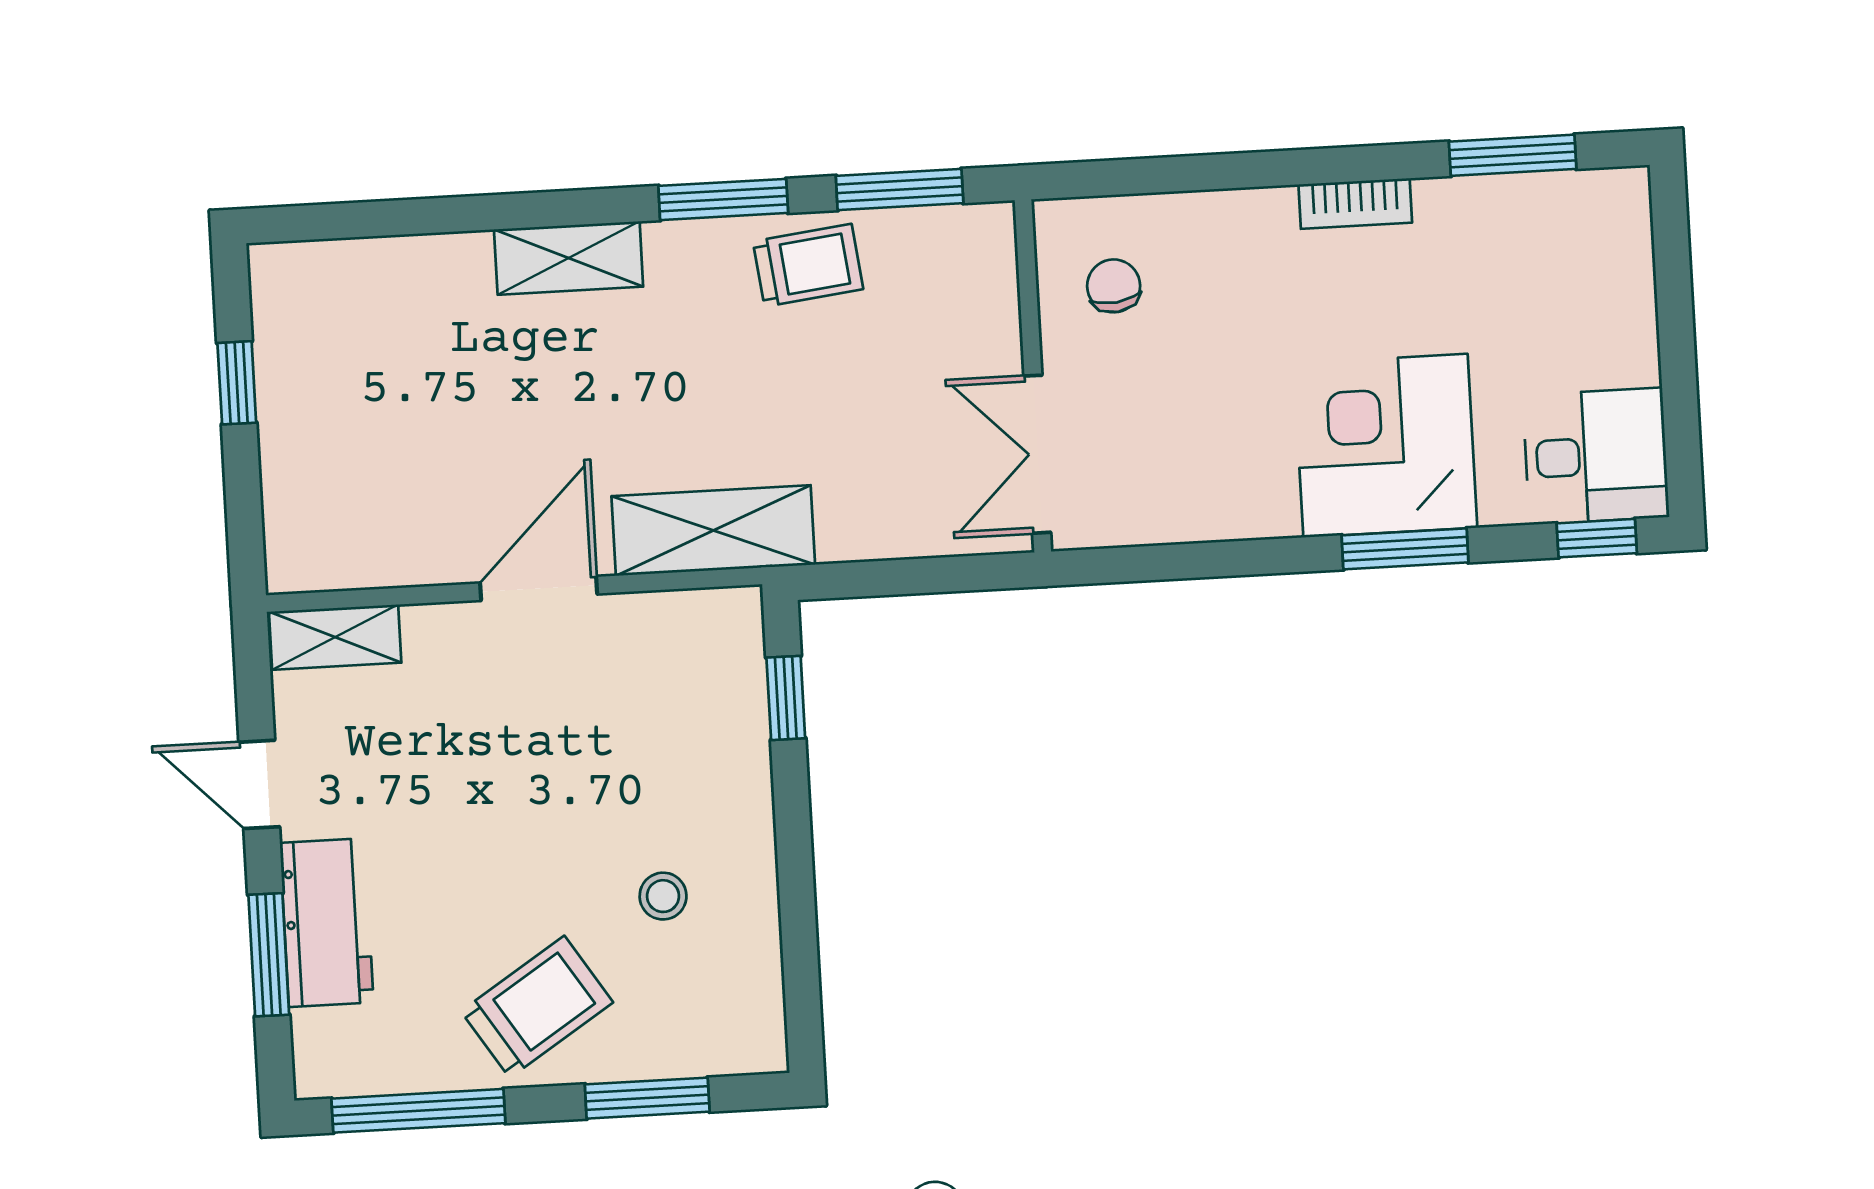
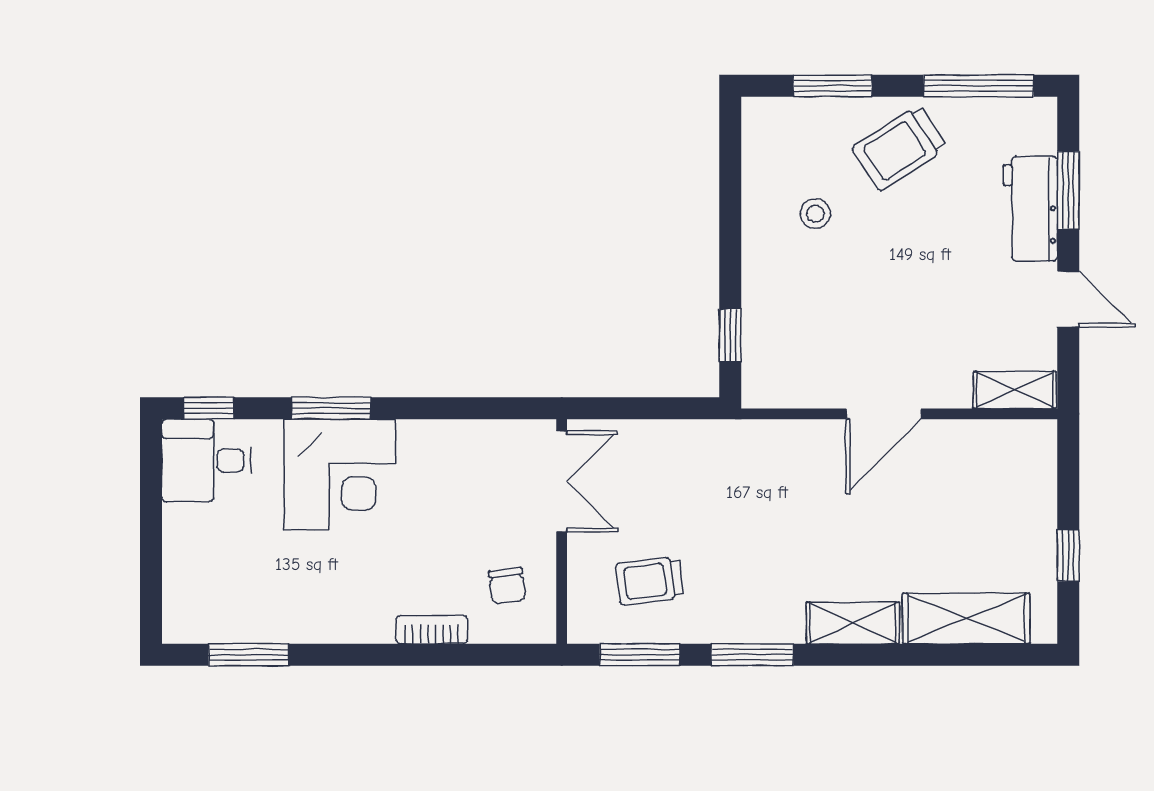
bookcase: (1355, 204) -> (432, 630), moved
trolley: (808, 265) -> (650, 581), moved
shelving: (713, 530) -> (966, 618), moved

